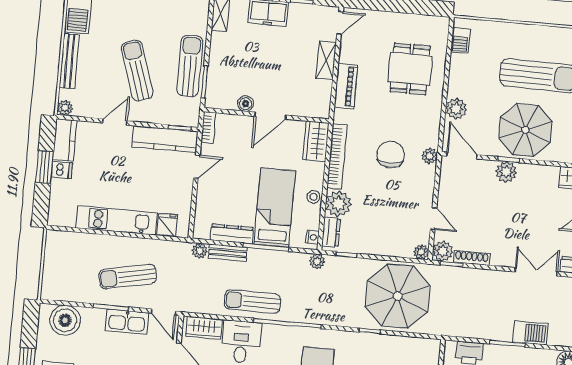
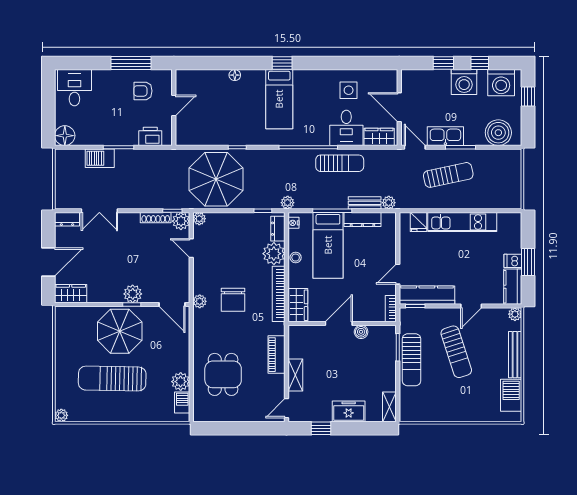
plant: (456, 109) -> (181, 382), moved

